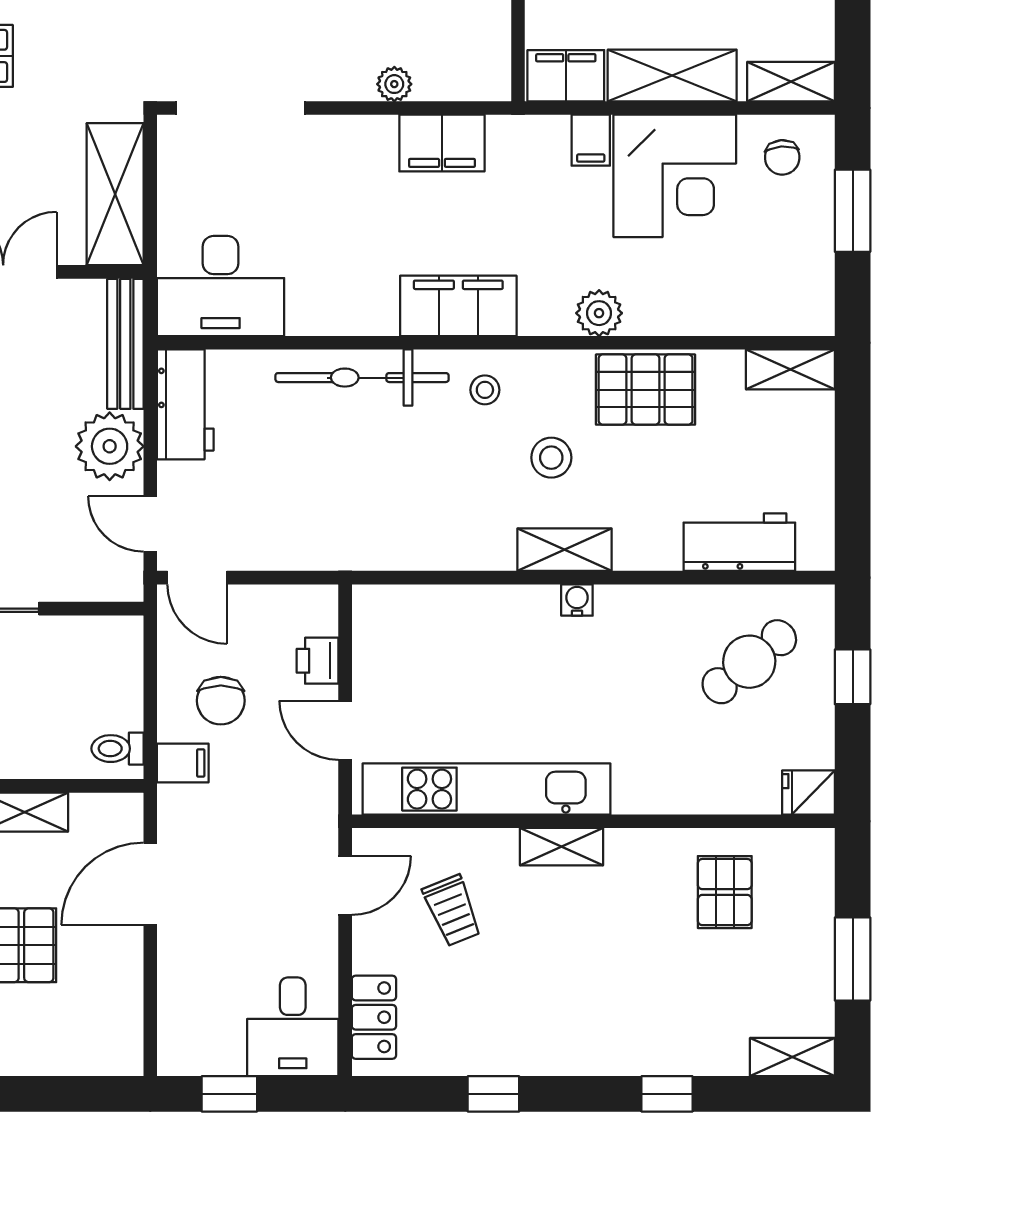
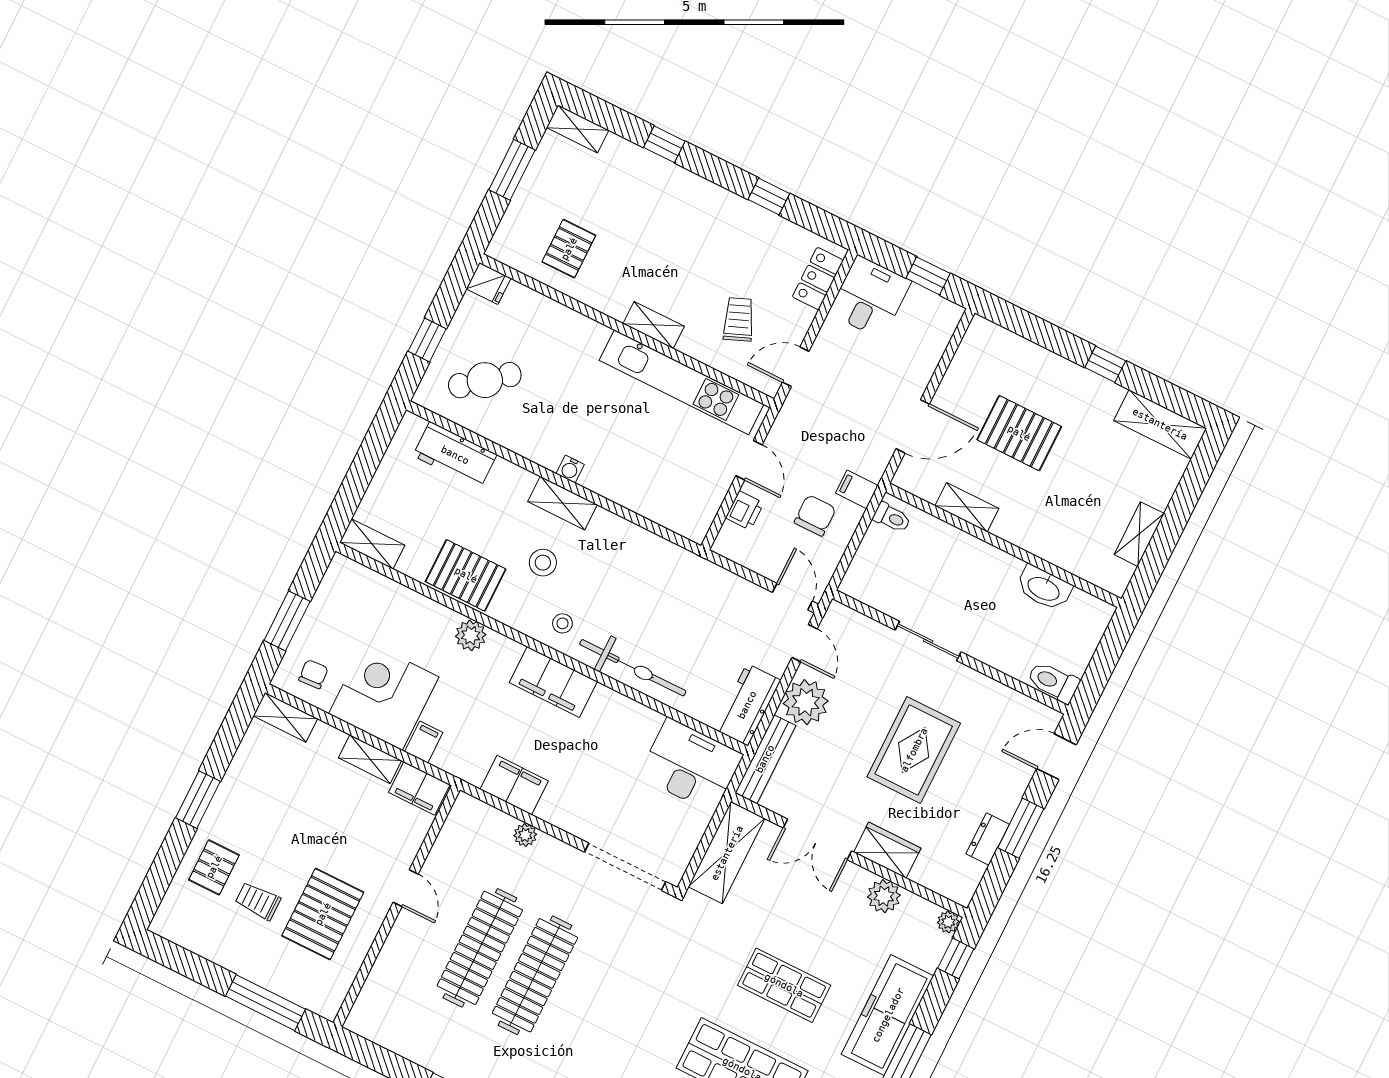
shelving: (672, 75) -> (370, 759), width x0.67, depth x0.75

